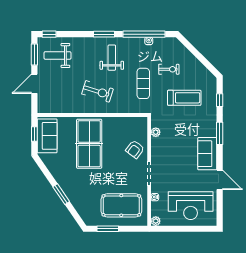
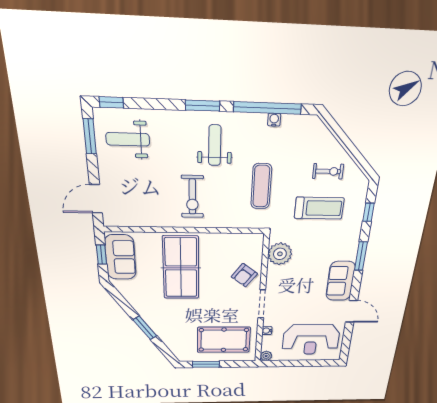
exercise bike: (169, 69) -> (328, 171), moved
door: (34, 84) -> (96, 199), moved
exercise bike: (97, 91) -> (192, 197), turned 73
plant: (156, 132) -> (280, 254), width x1.87, depth x1.87

